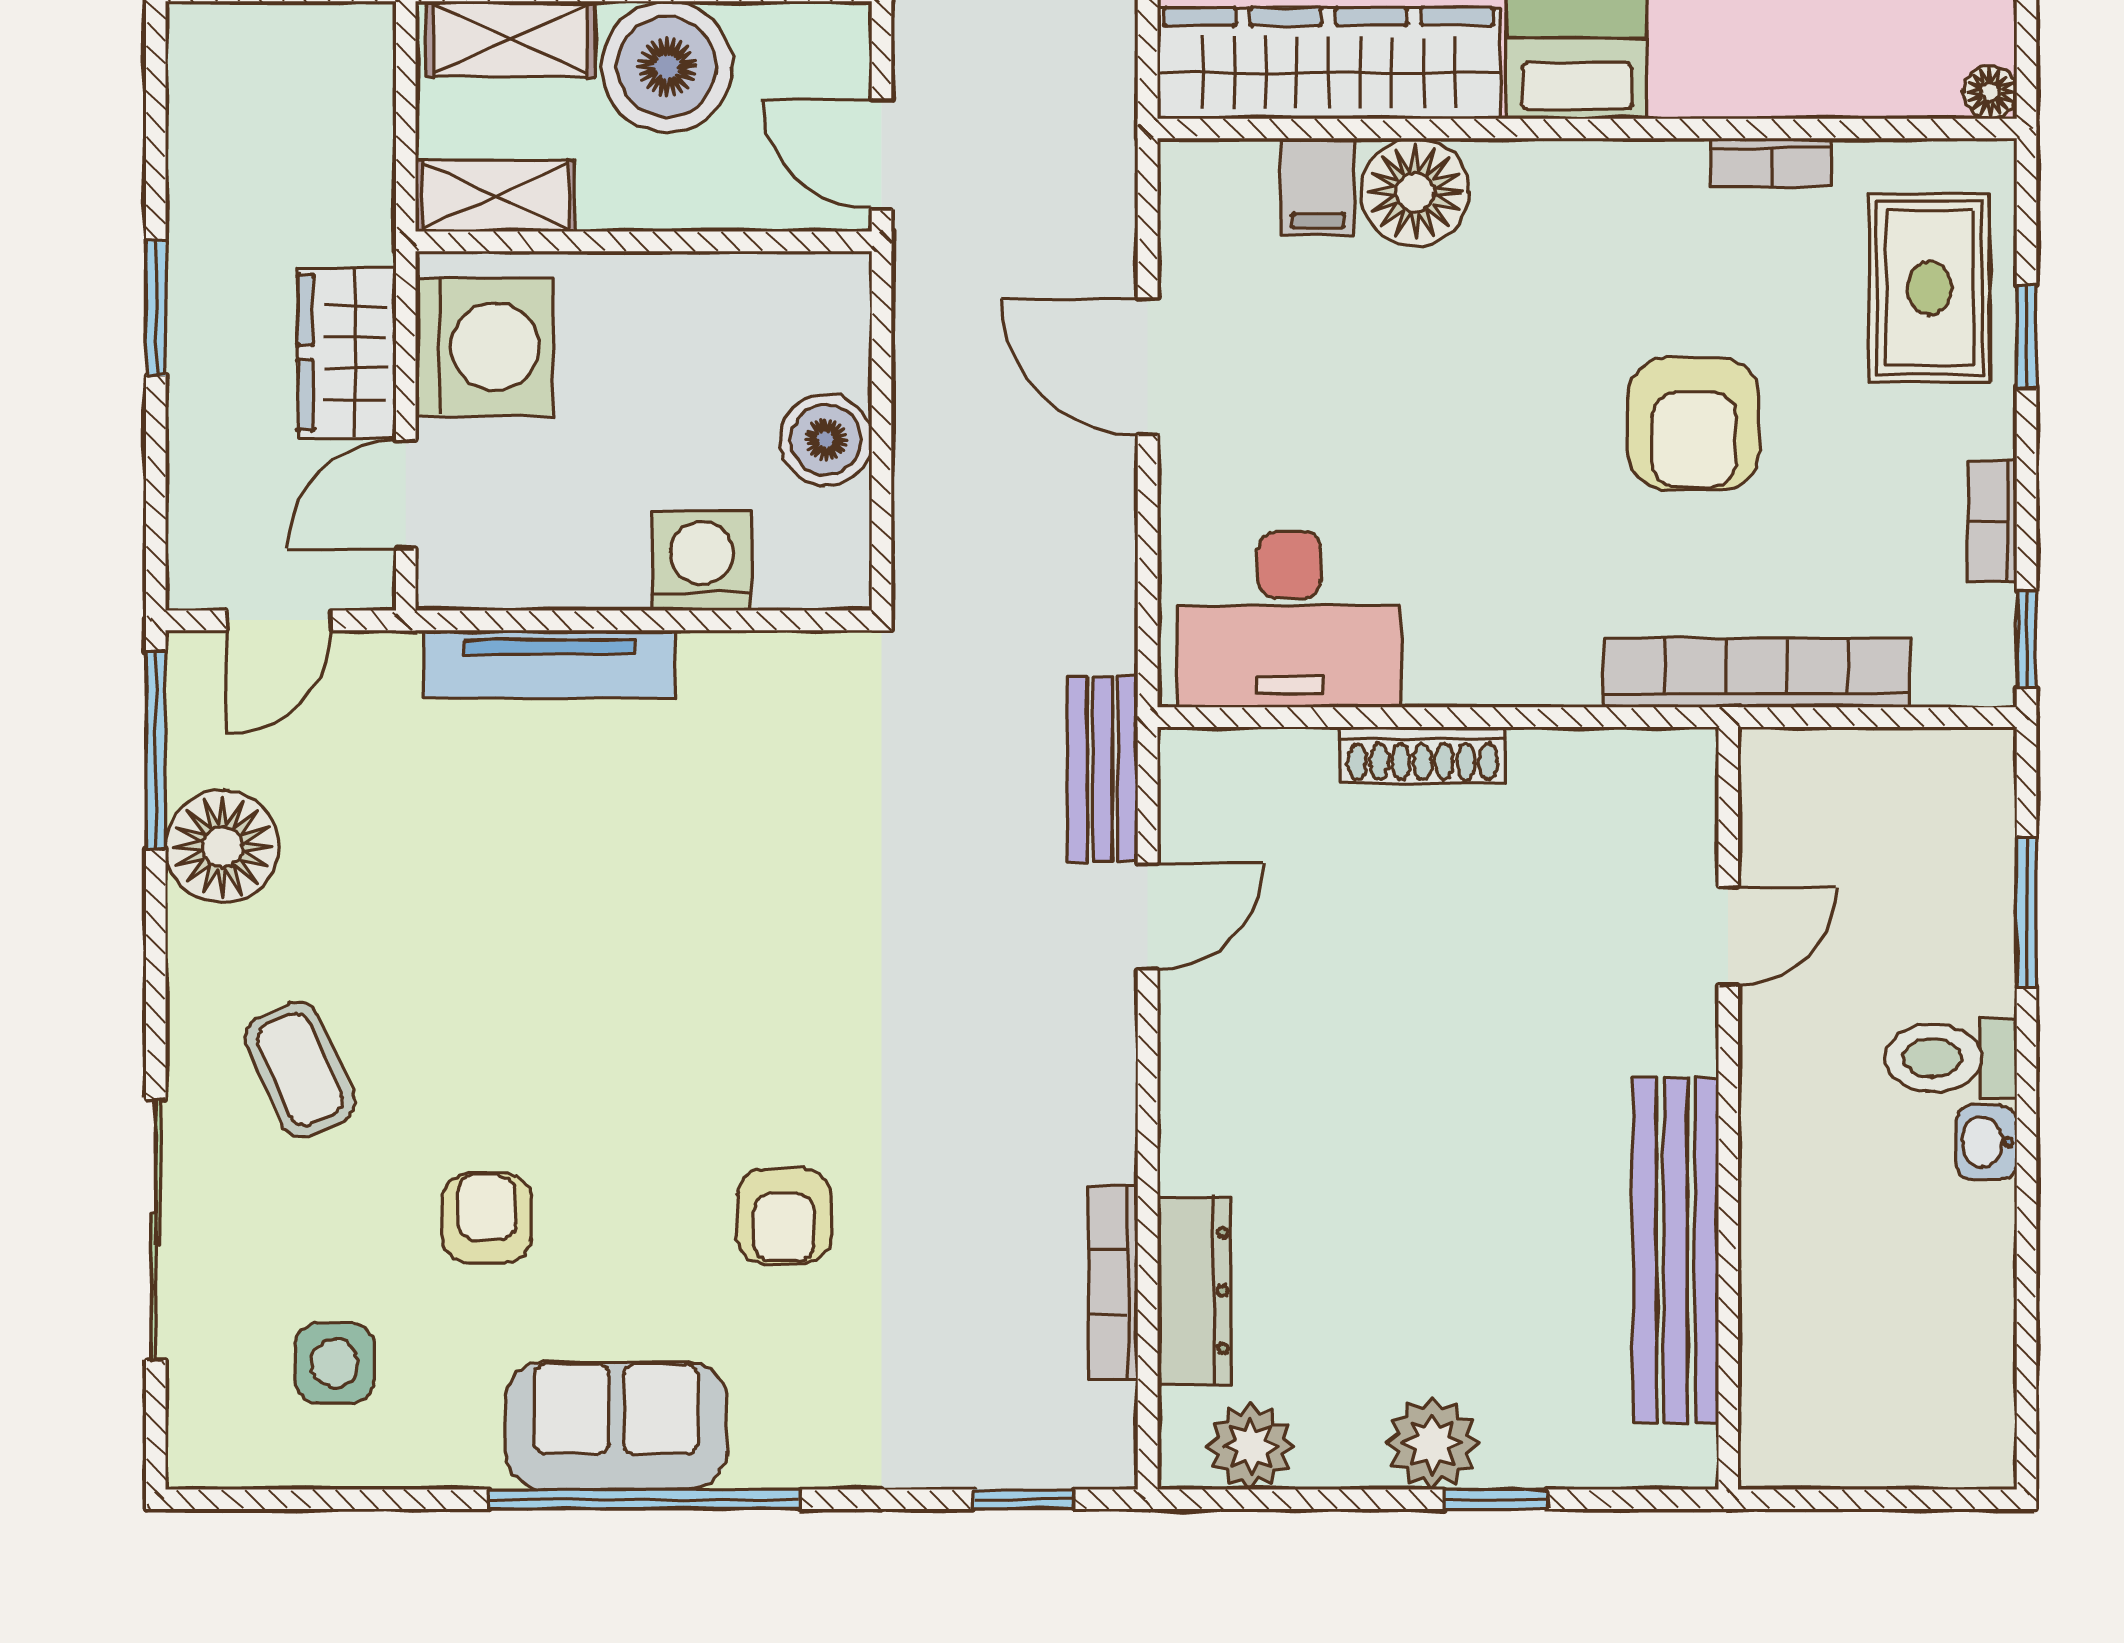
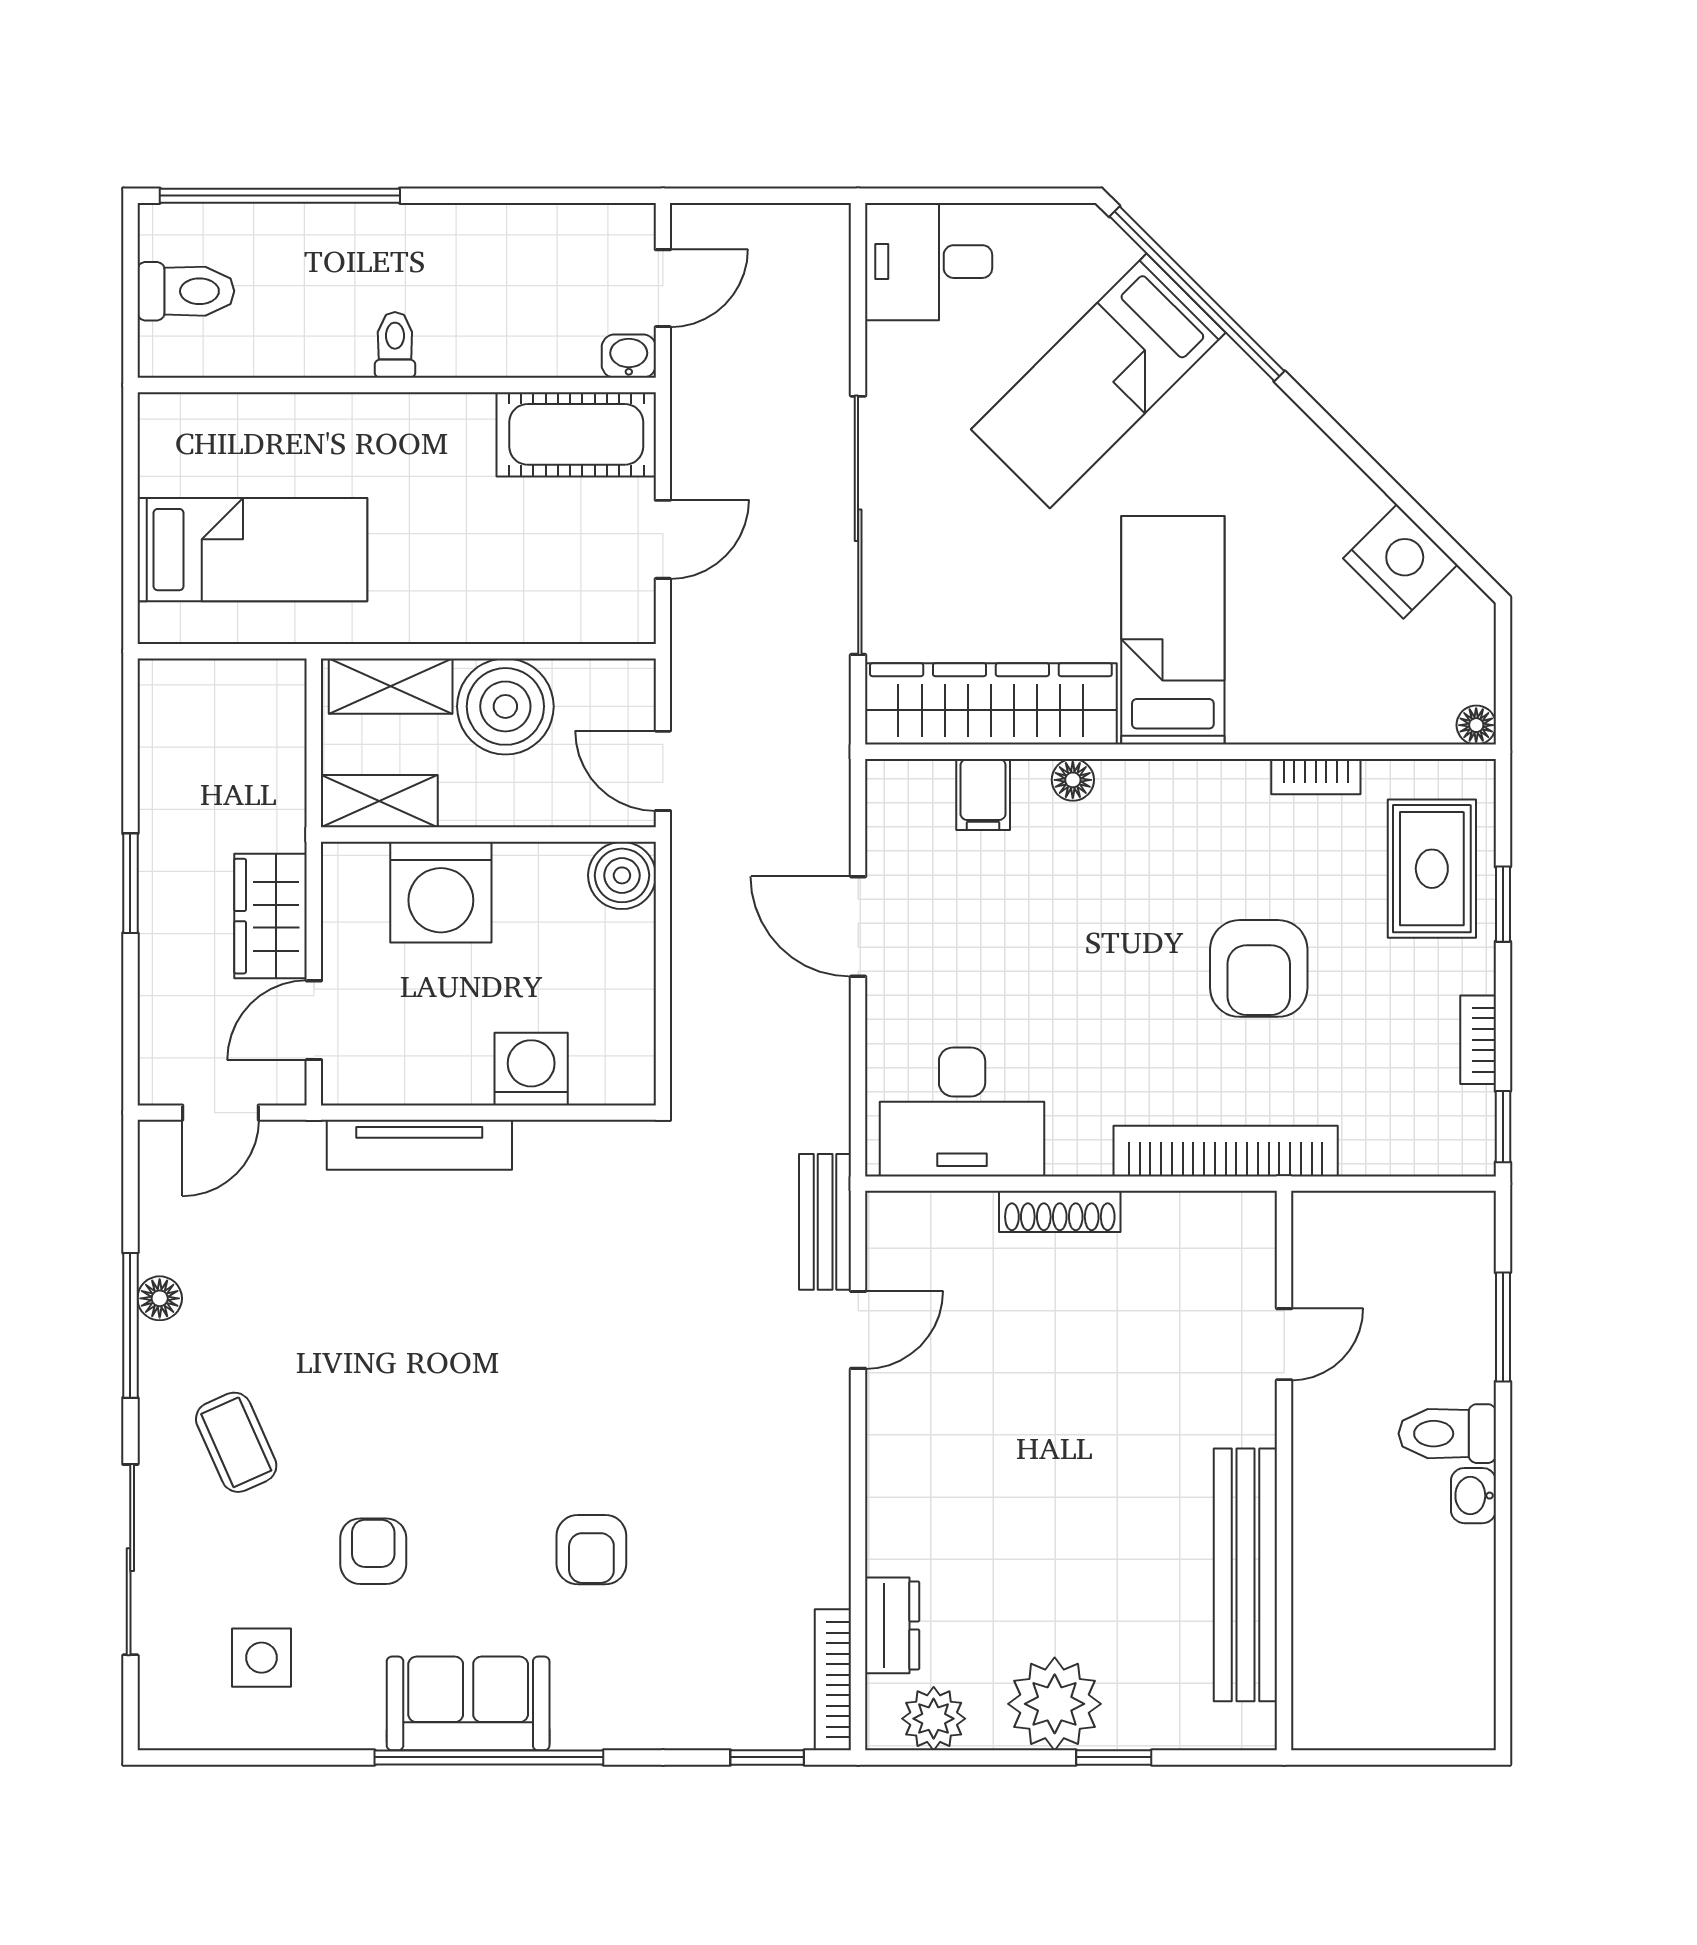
floor lamp: (1415, 192) -> (1073, 780), width x0.53, depth x0.53
washing machine: (484, 347) -> (441, 892), moved, turned 90
boiler: (826, 440) -> (622, 875), moved
bookcase: (1756, 673) -> (1226, 1151), moved
window: (156, 750) -> (130, 1325), moved
floor lamp: (222, 847) -> (160, 1298), width x0.53, depth x0.53
bookcase: (1113, 1283) -> (833, 1680), moved
dresser: (1194, 1291) -> (892, 1625), width x0.70
plant: (1432, 1443) -> (1055, 1704), width x1.36, depth x1.36

